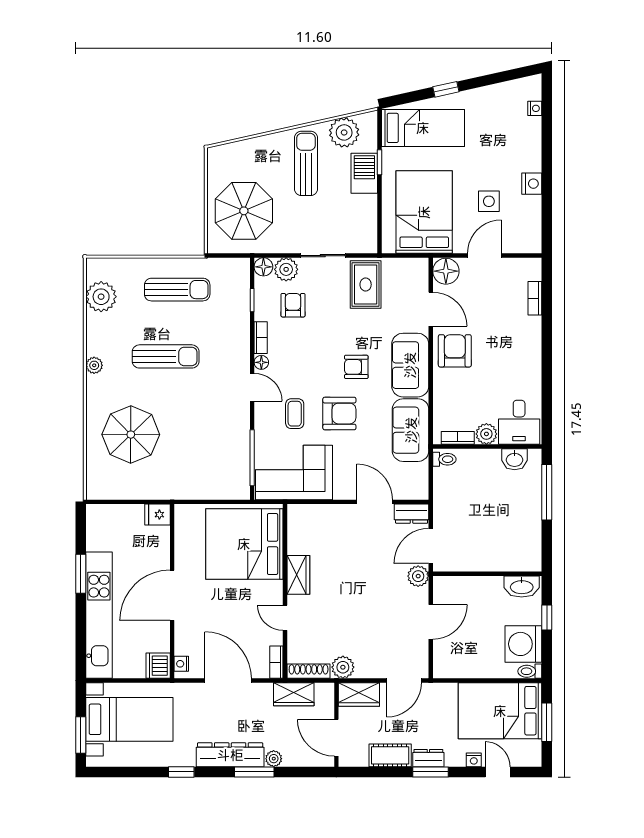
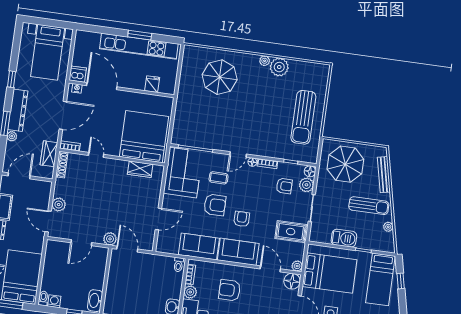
window: (446, 89) -> (401, 281), moved
plant: (344, 132) -> (388, 227), width x0.53, depth x0.53
bench: (252, 146) -> (384, 175), added
barbecue: (364, 173) -> (344, 238), moved
plant: (420, 266) -> (297, 266), added
sun lounger: (177, 290) -> (303, 117), width x1.36, depth x1.34
plant: (101, 297) -> (279, 67), moved
door: (431, 309) -> (270, 269), swing flipped
armchair: (455, 351) -> (230, 290), moved, turned 180
sun lounger: (166, 356) -> (264, 105), removed
armchair: (339, 414) -> (215, 205), turned -90
dresser: (412, 514) -> (148, 240), removed
fridge: (157, 515) -> (152, 84), moved
wardrobe: (298, 575) -> (140, 169), moved
door: (172, 595) -> (102, 86), moved
kitchen unit: (99, 615) -> (139, 46), moved
door: (285, 618) -> (96, 155), hinge flipped
door: (431, 622) -> (81, 243), hinge flipped
washing machine: (523, 644) -> (54, 301), width x0.53, depth x0.53
plant: (343, 667) -> (59, 205), moved
wardrobe: (359, 694) -> (43, 193), removed
window: (81, 735) -> (42, 22), removed

